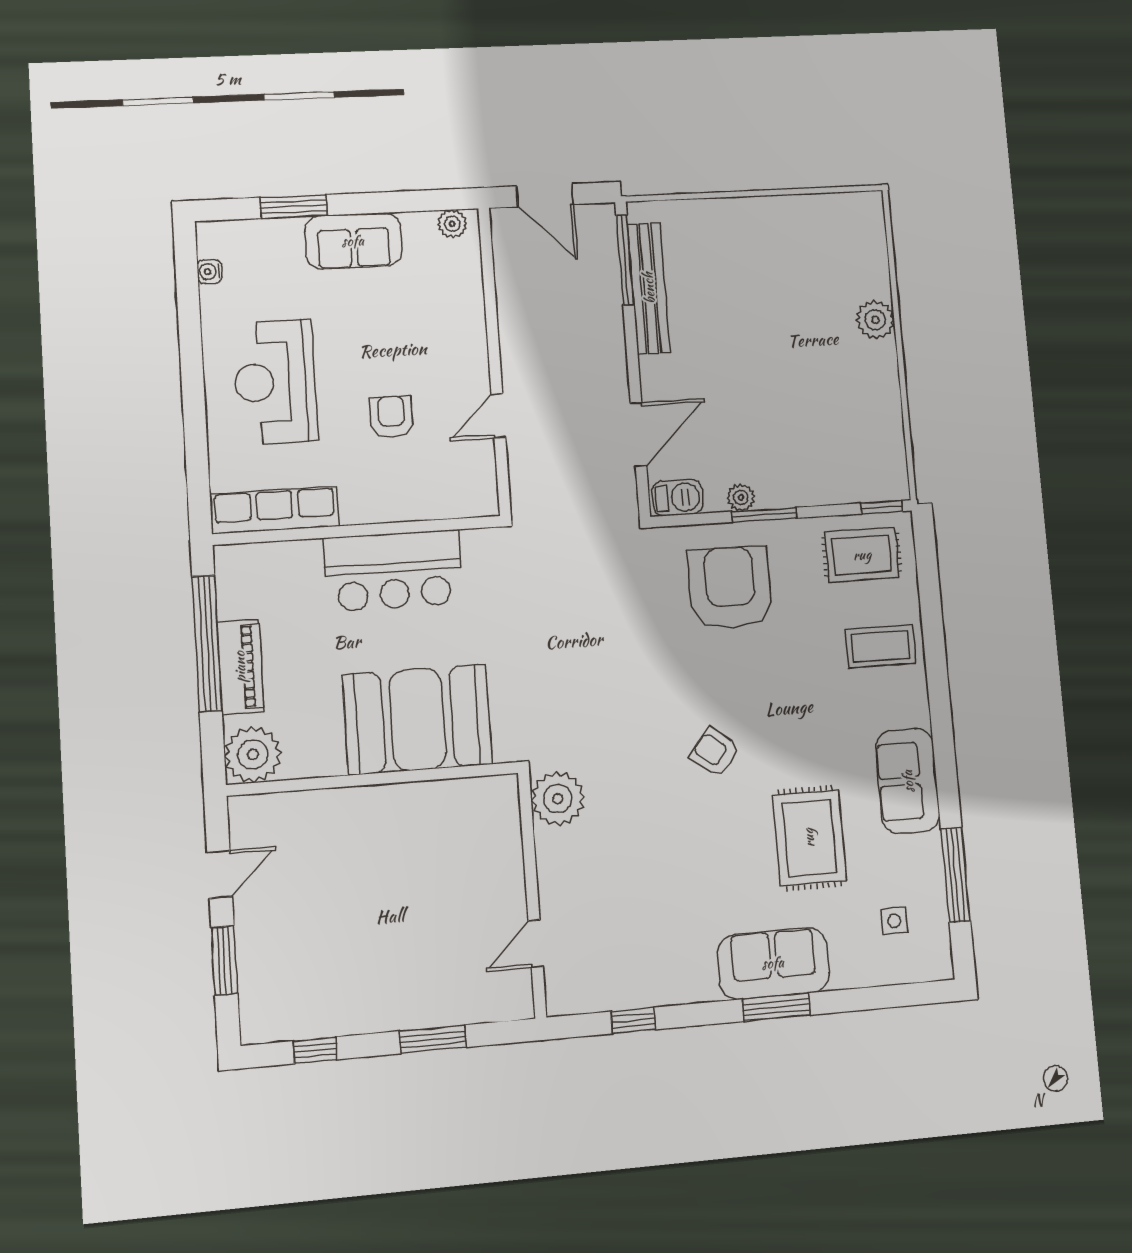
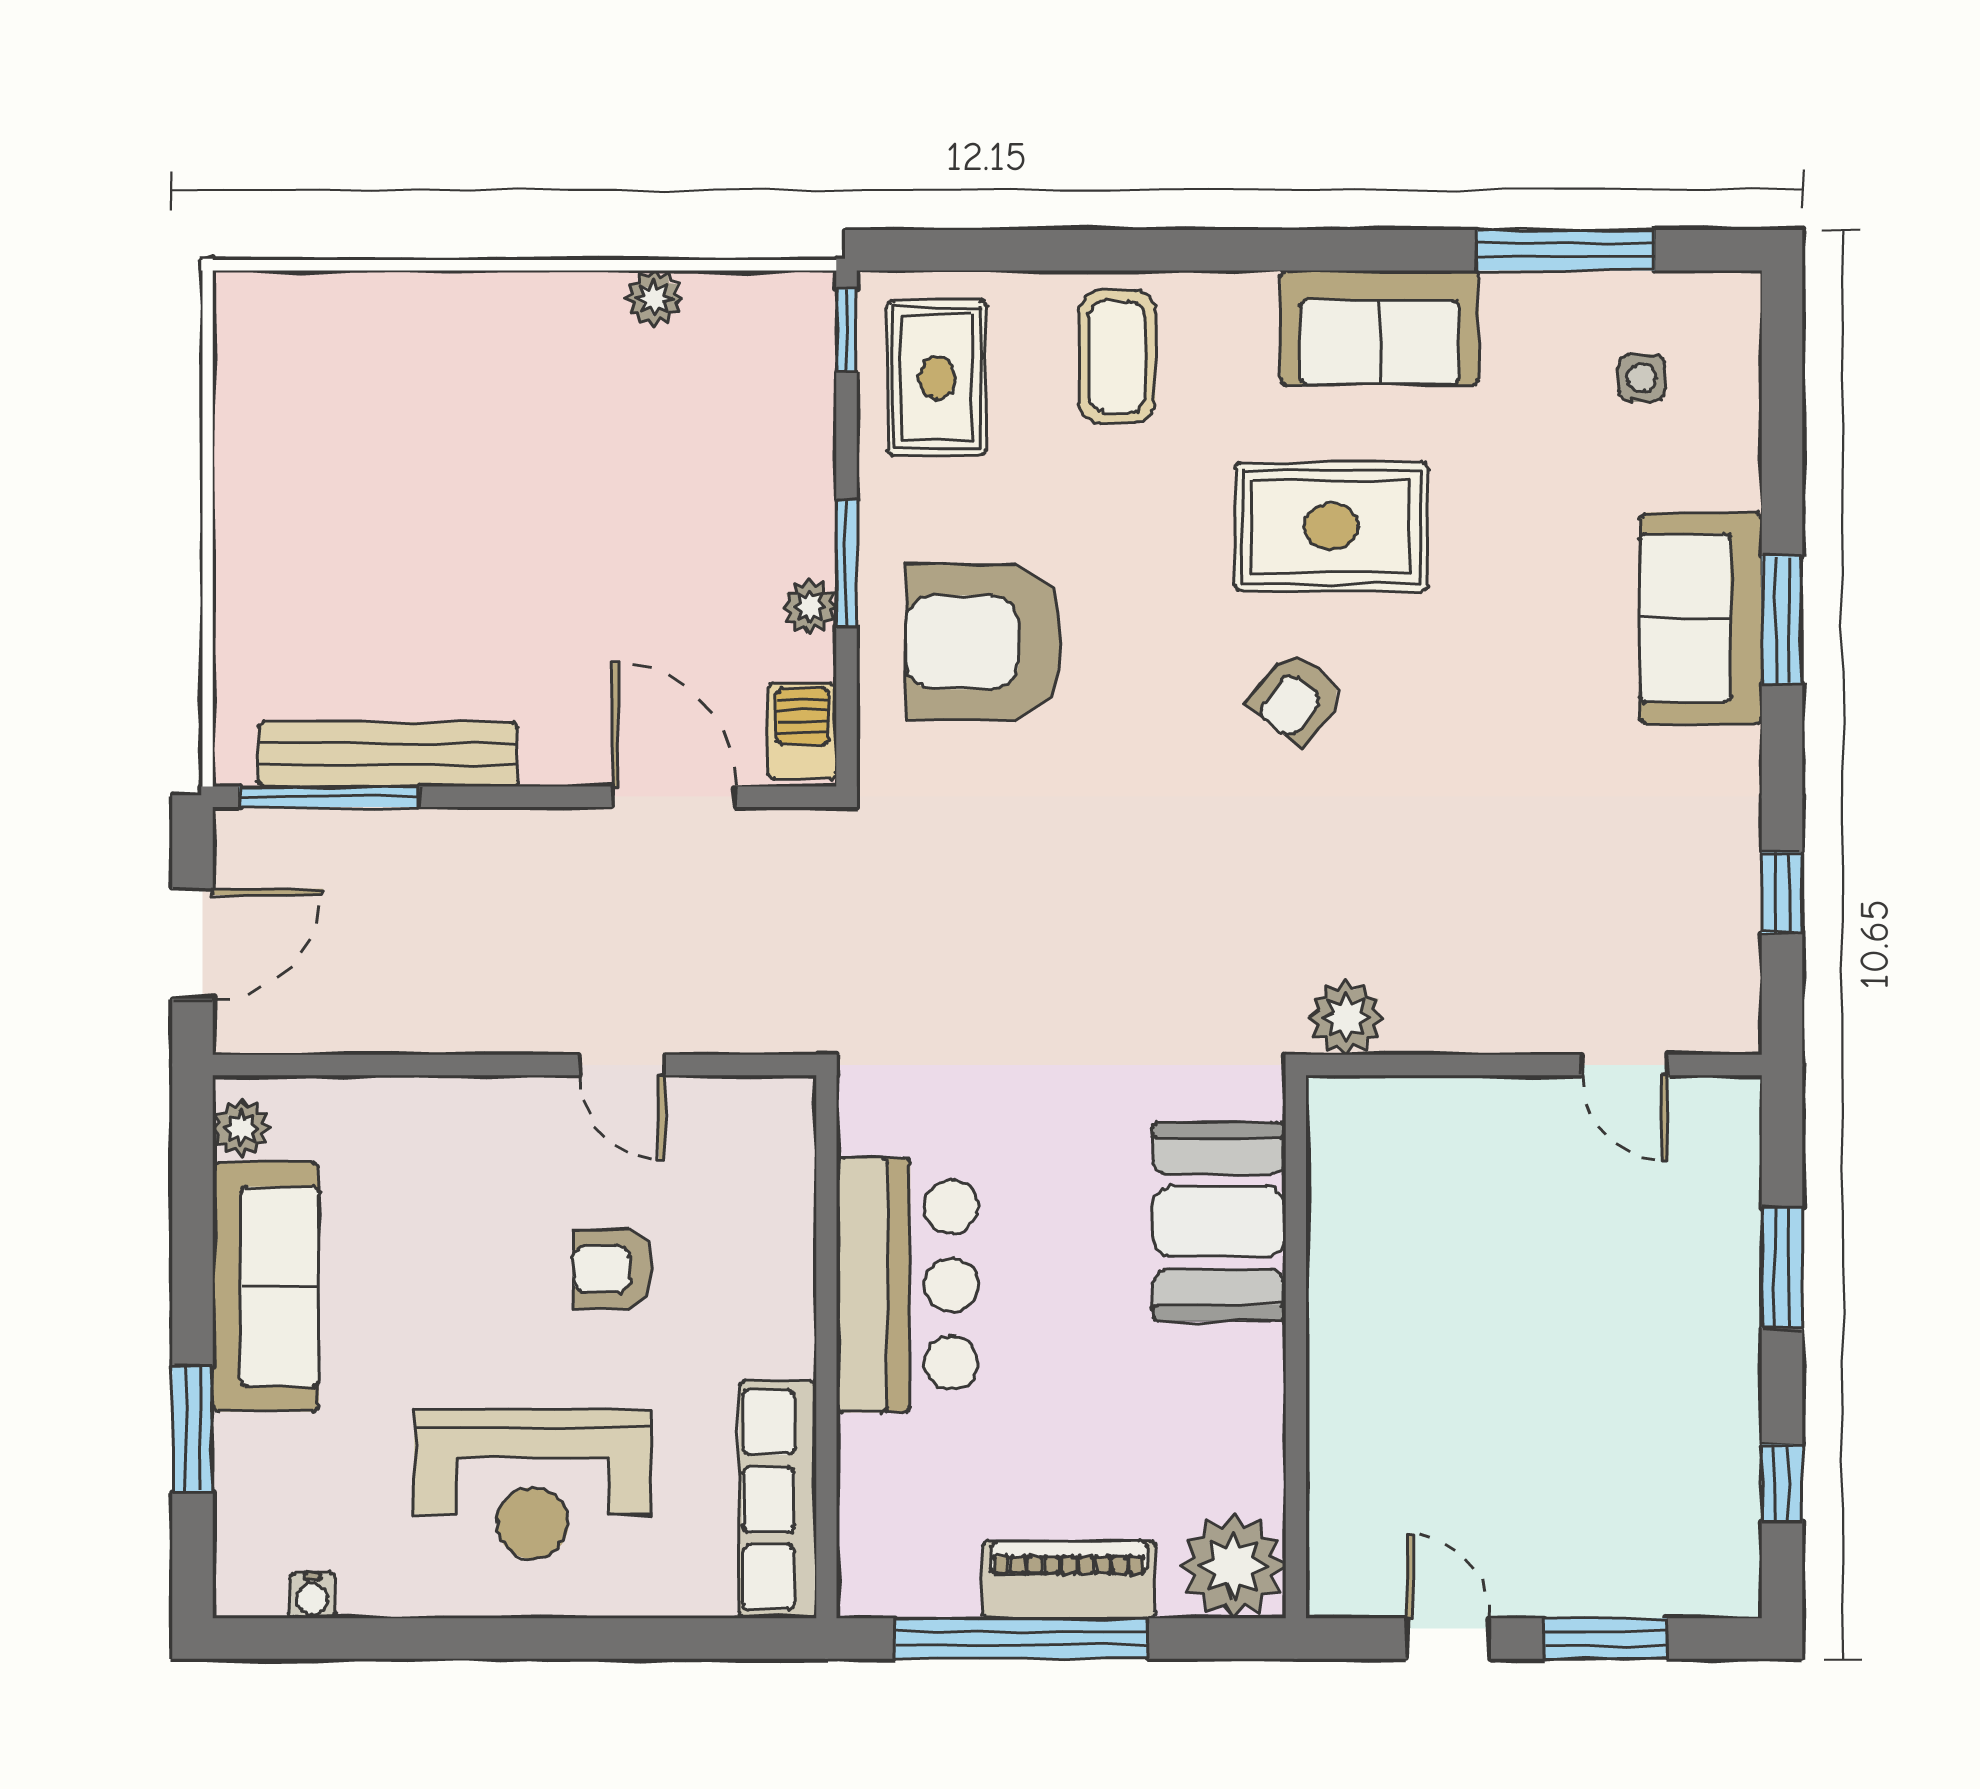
sofa: (353, 241) -> (266, 1287), width x1.36
plant: (875, 320) -> (654, 298), moved, width x0.73, depth x0.73
booth: (417, 719) -> (1219, 1222), width x0.73, depth x0.70
plant: (558, 799) -> (1346, 1018), width x0.73, depth x0.73
rug: (809, 838) -> (1332, 527), moved

